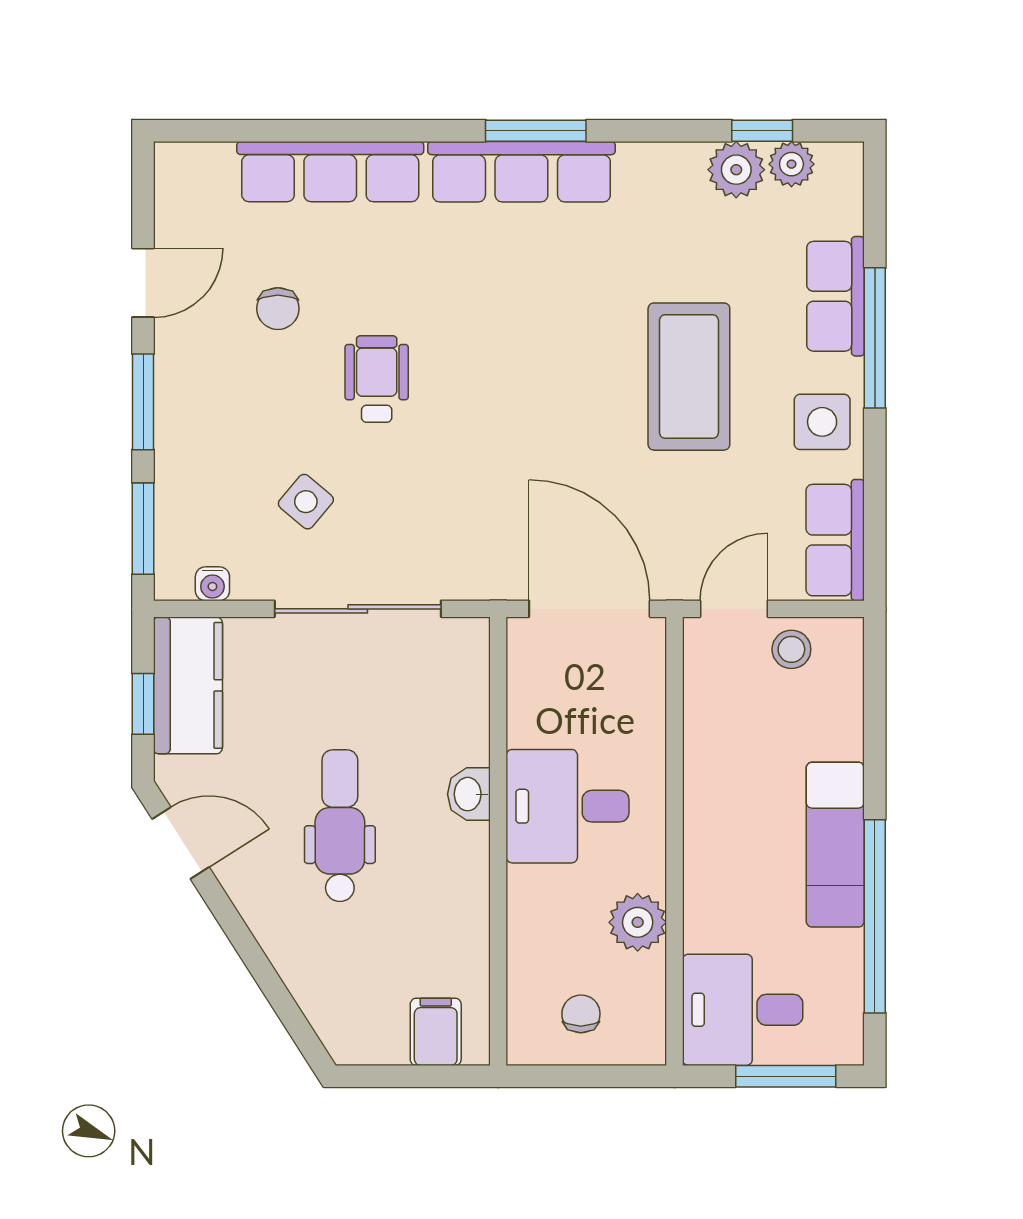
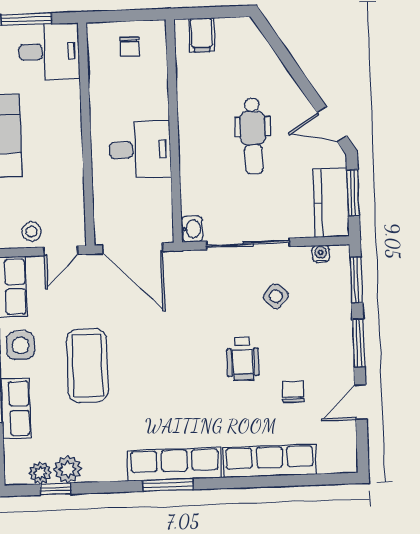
window: (143, 704) -> (353, 193), width x1.50
washbasin: (469, 794) -> (192, 229), moved
plant: (638, 922) -> (103, 93), removed

